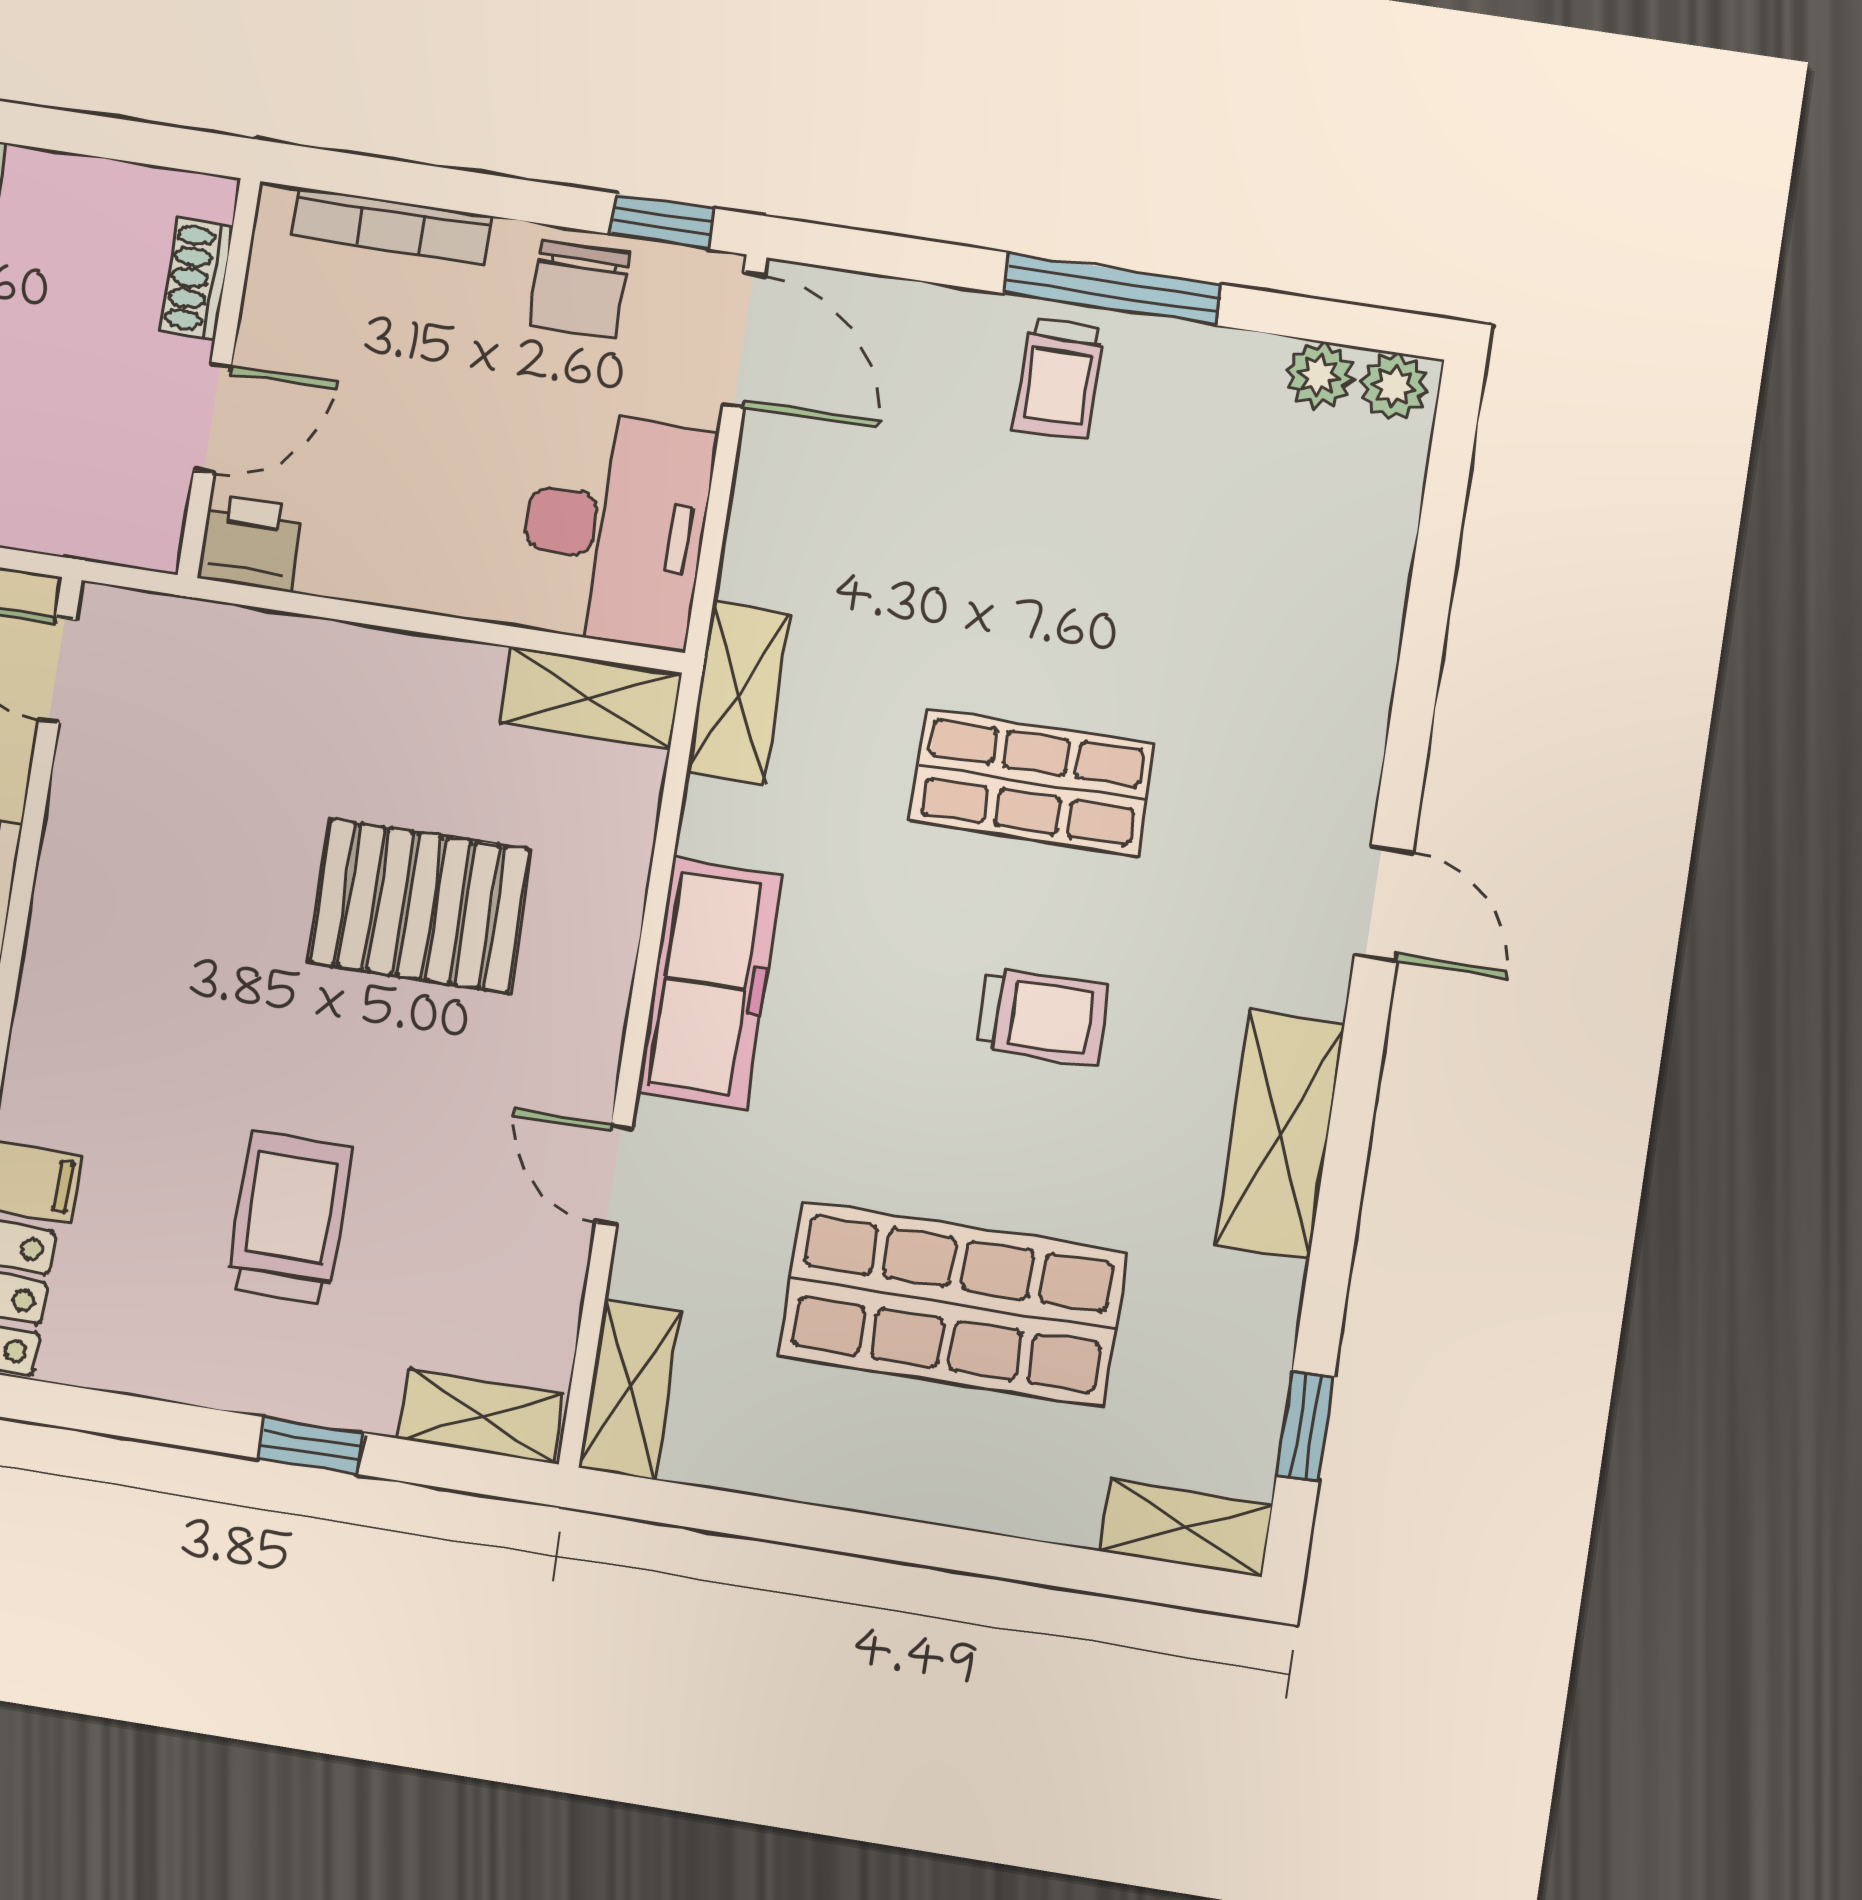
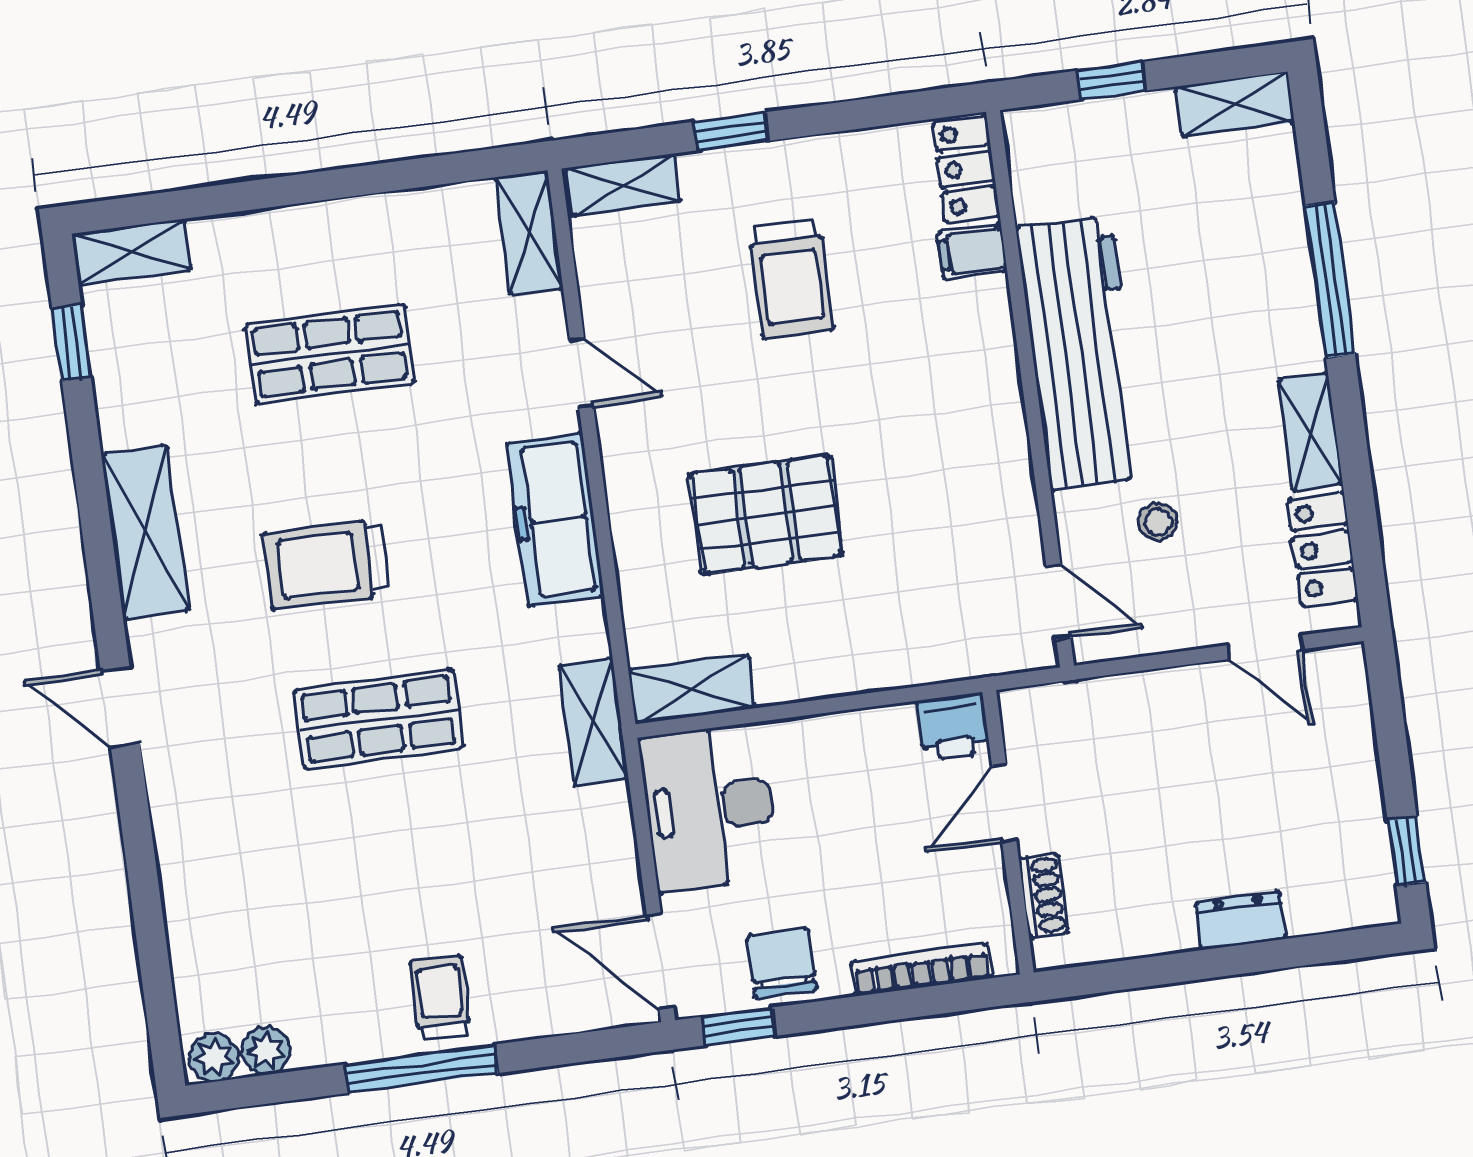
trolley: (1042, 1016) -> (326, 564), width x1.36, depth x1.39
shop shelf: (953, 1304) -> (330, 354), width x0.70, depth x0.74

